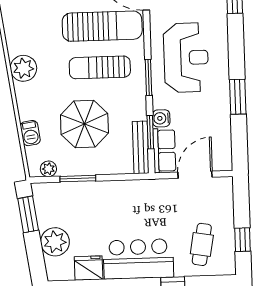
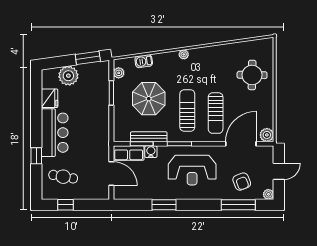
sun lounger: (102, 26) -> (216, 113), width x0.73, depth x0.75
plant: (23, 68) -> (184, 54), width x0.53, depth x0.53
bench: (141, 147) -> (149, 137), moved

